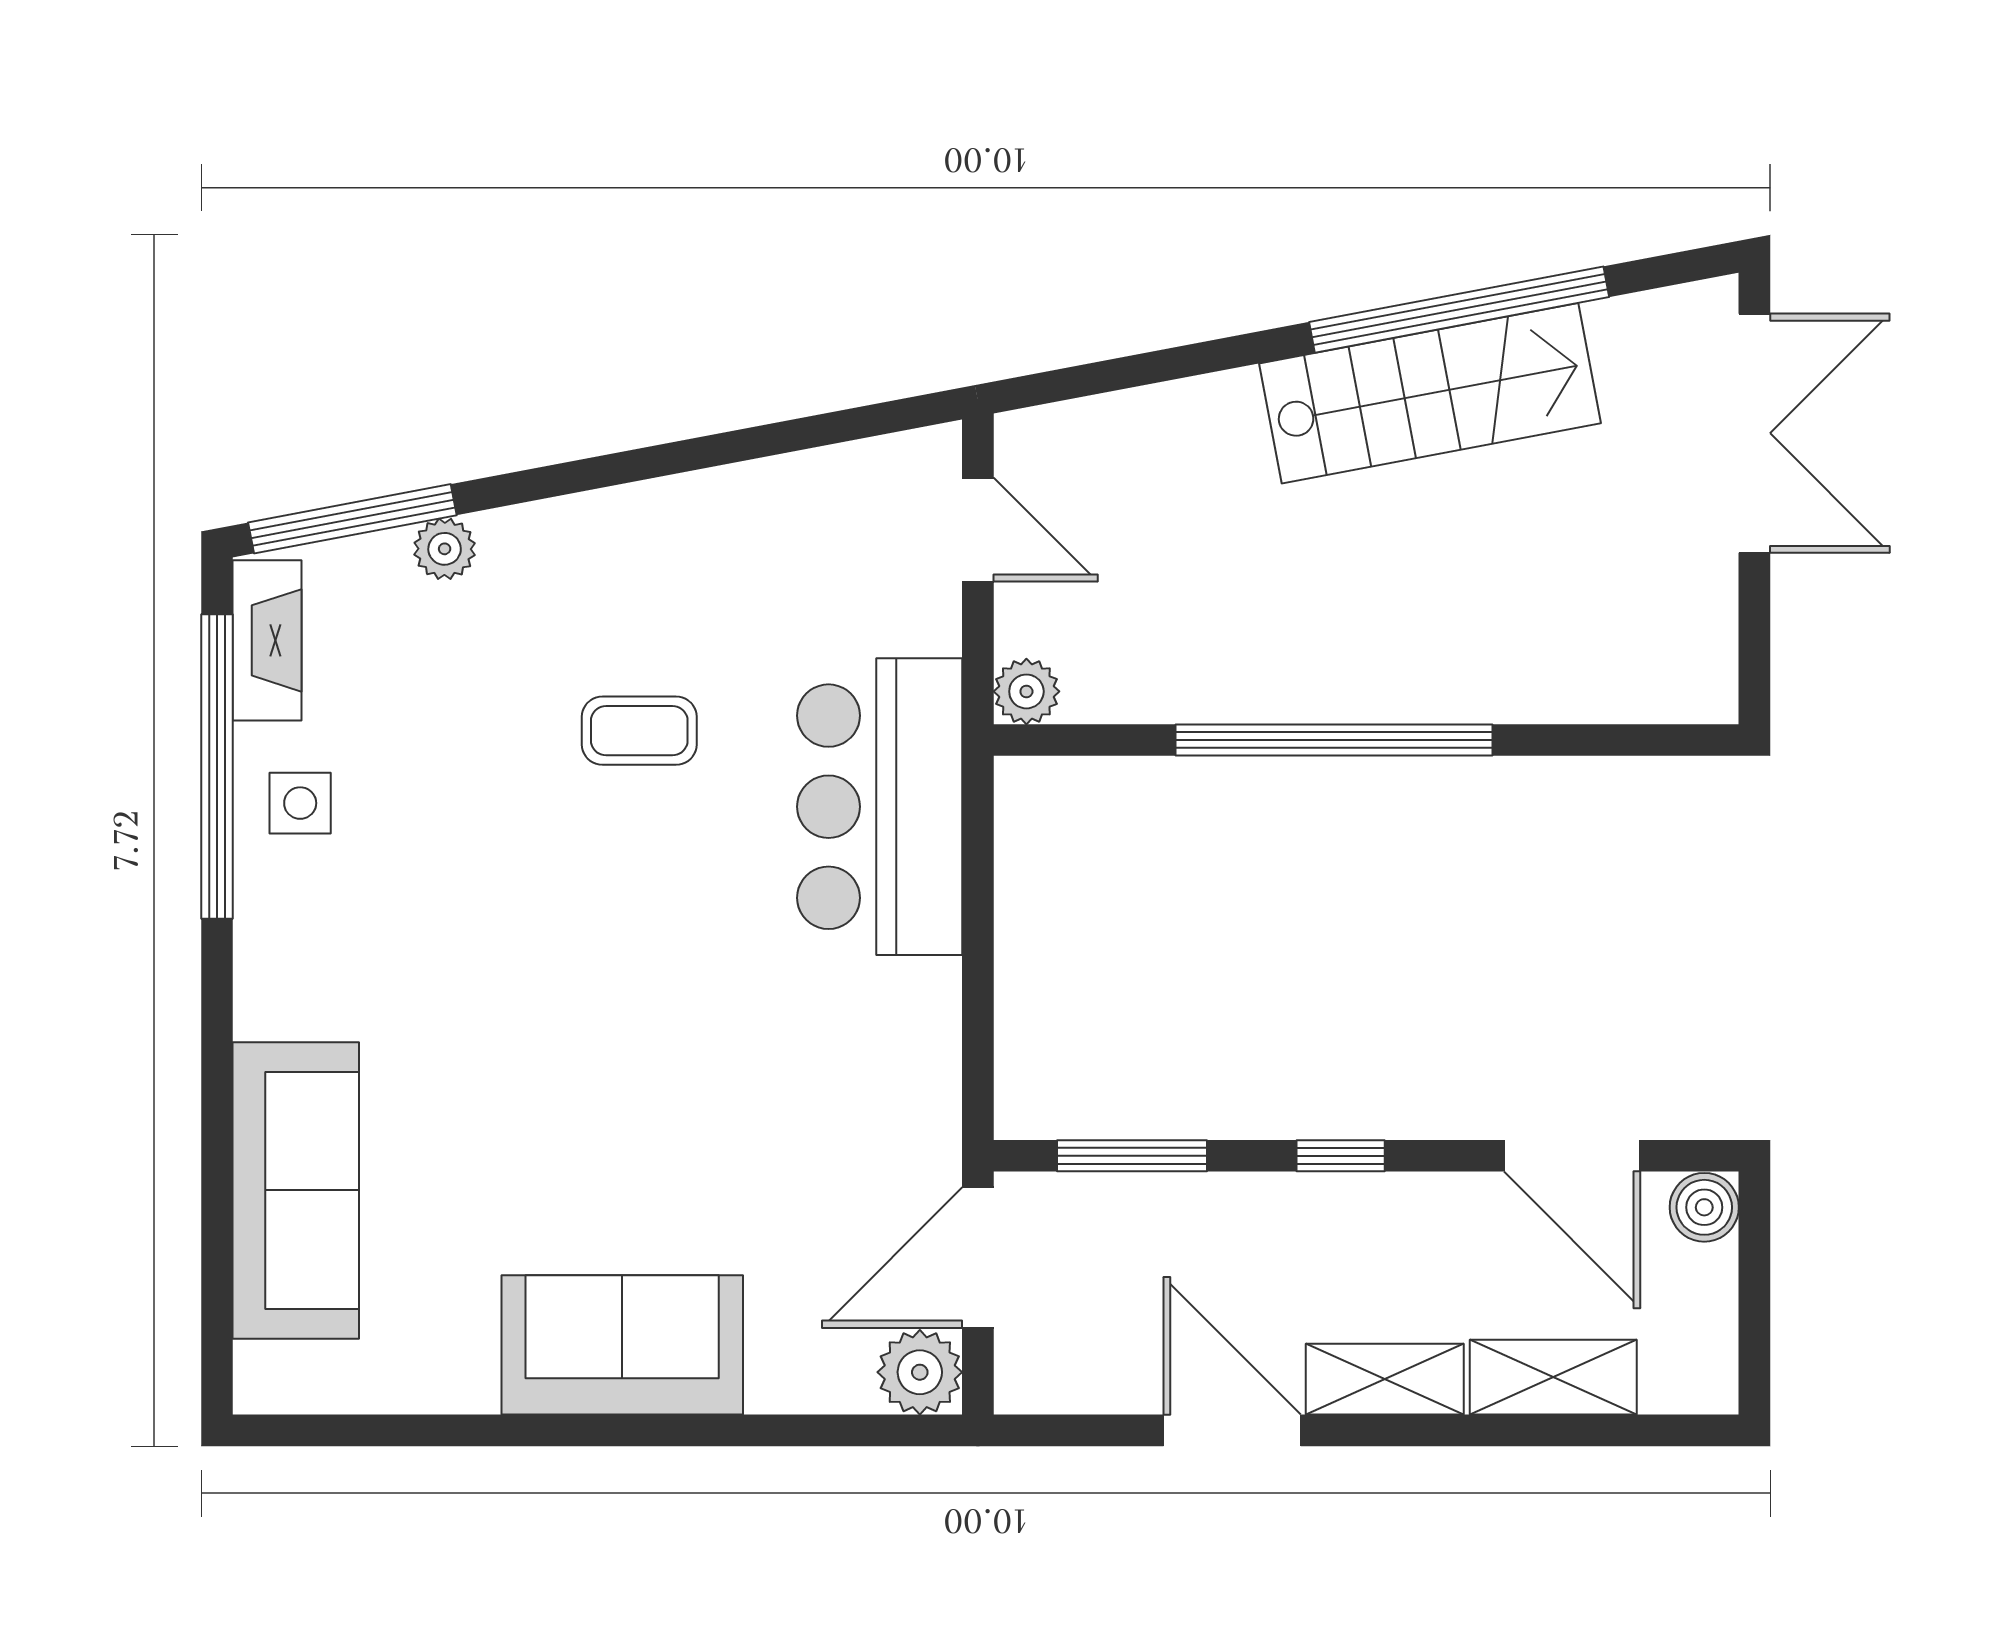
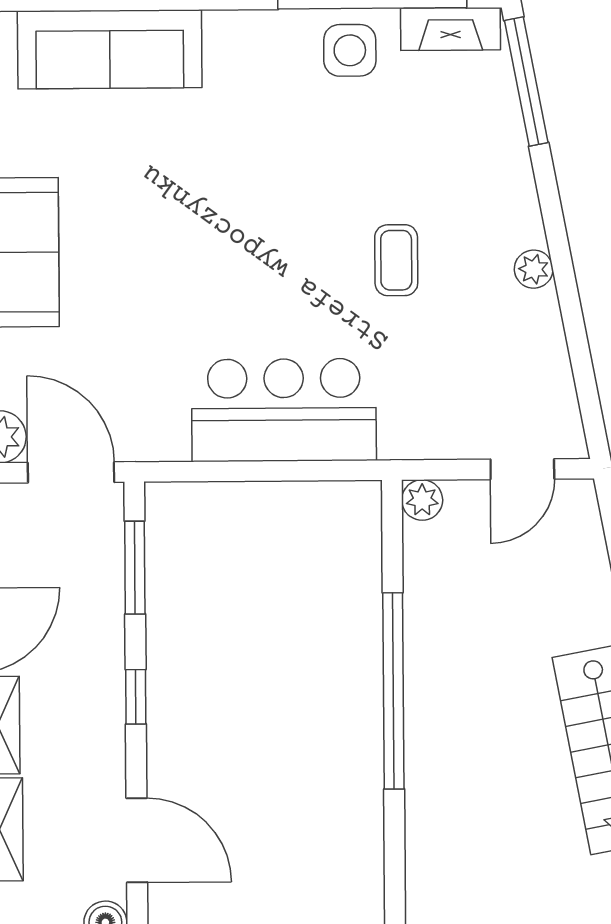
plant: (445, 549) -> (534, 269), moved
side table: (300, 803) -> (350, 50), width x1.37, depth x1.37
bar counter: (880, 807) -> (284, 410), moved
door: (1572, 1156) -> (137, 840), swing flipped

